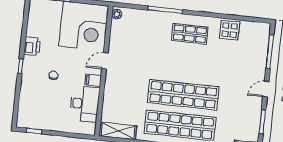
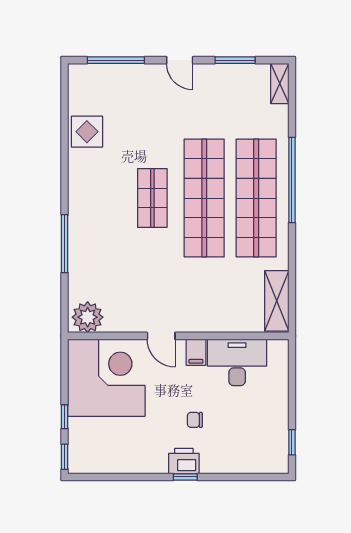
plant: (117, 14) -> (88, 317), width x1.88, depth x1.88
shop shelf: (190, 34) -> (152, 198), moved
printer: (32, 46) -> (184, 461), moved

